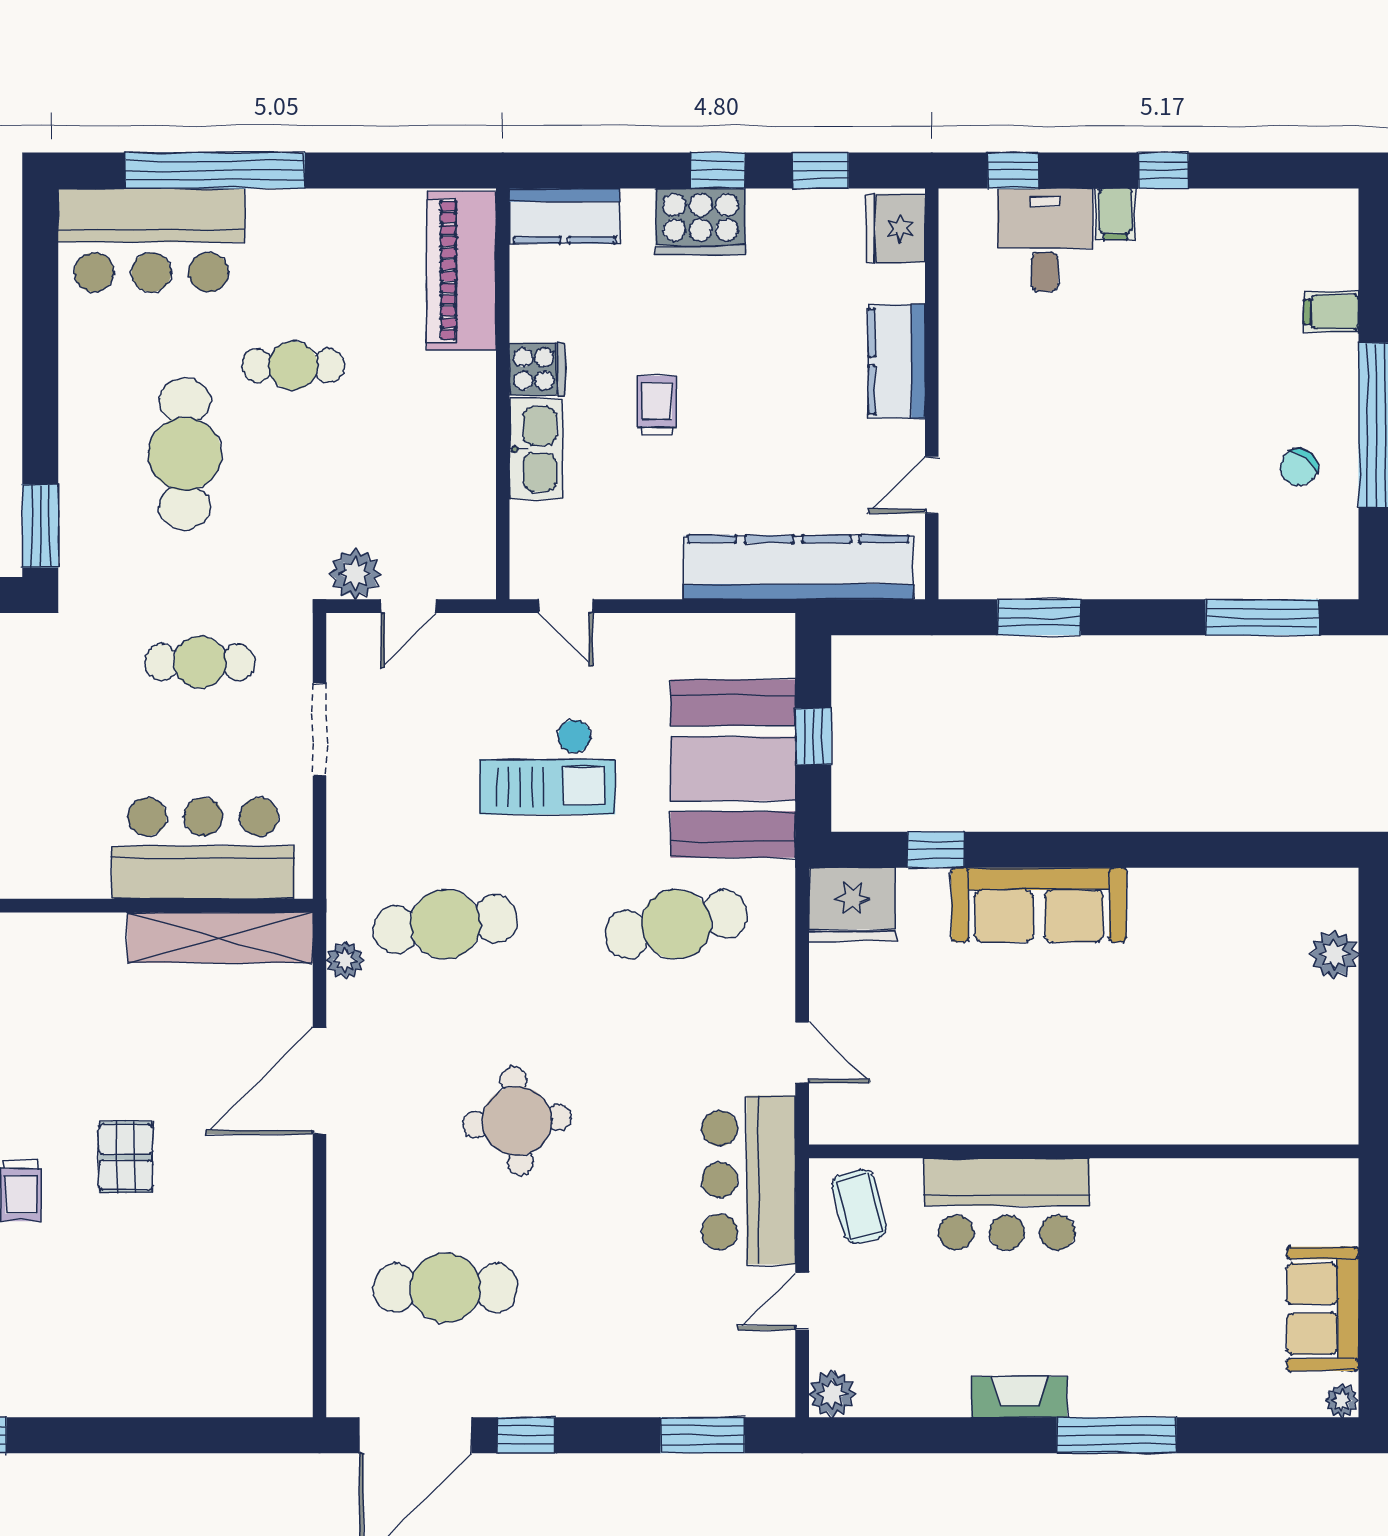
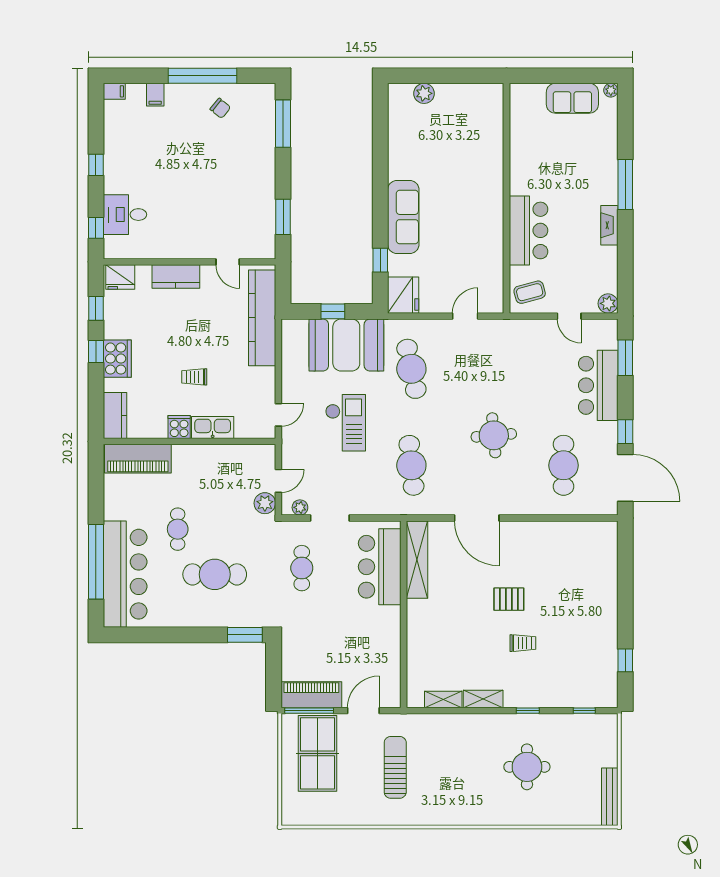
filing cabinet: (1116, 214) -> (114, 91), moved
bar counter: (151, 240) -> (125, 574), width x1.36
door: (408, 606) -> (278, 481), hinge flipped
plant: (345, 960) -> (300, 507), moved
bar counter: (749, 1180) -> (598, 385), moved, turned 90

